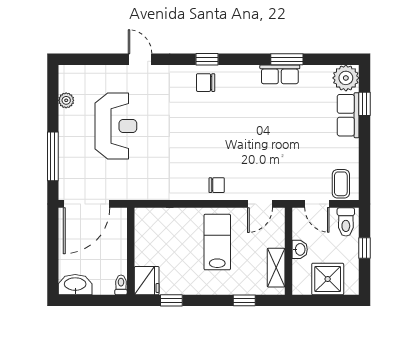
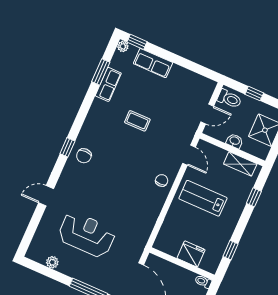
window: (287, 59) -> (101, 72), moved
row of seats: (280, 74) -> (108, 84), moved
plant: (346, 78) -> (123, 46), width x0.53, depth x0.53
window: (365, 104) -> (137, 42), moved
coffee table: (341, 184) -> (137, 121), moved
fridge: (147, 281) -> (191, 254), moved

